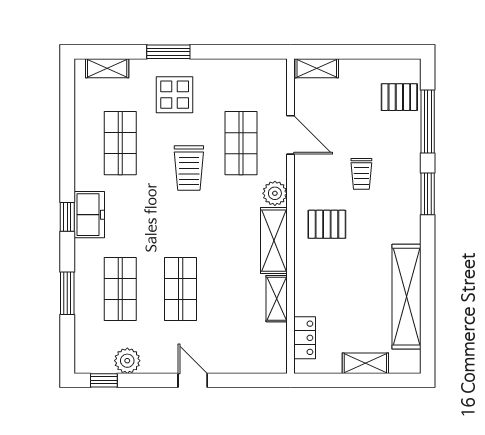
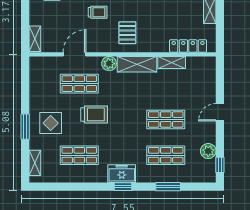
locker: (305, 338) -> (188, 46), width x1.53

